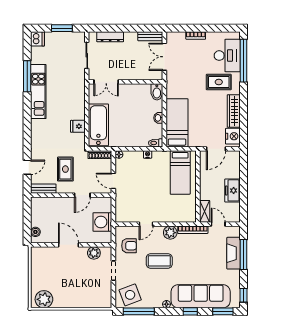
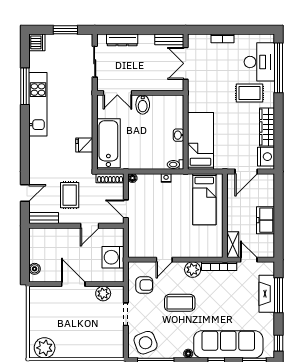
bidet: (157, 92) -> (143, 105), moved

